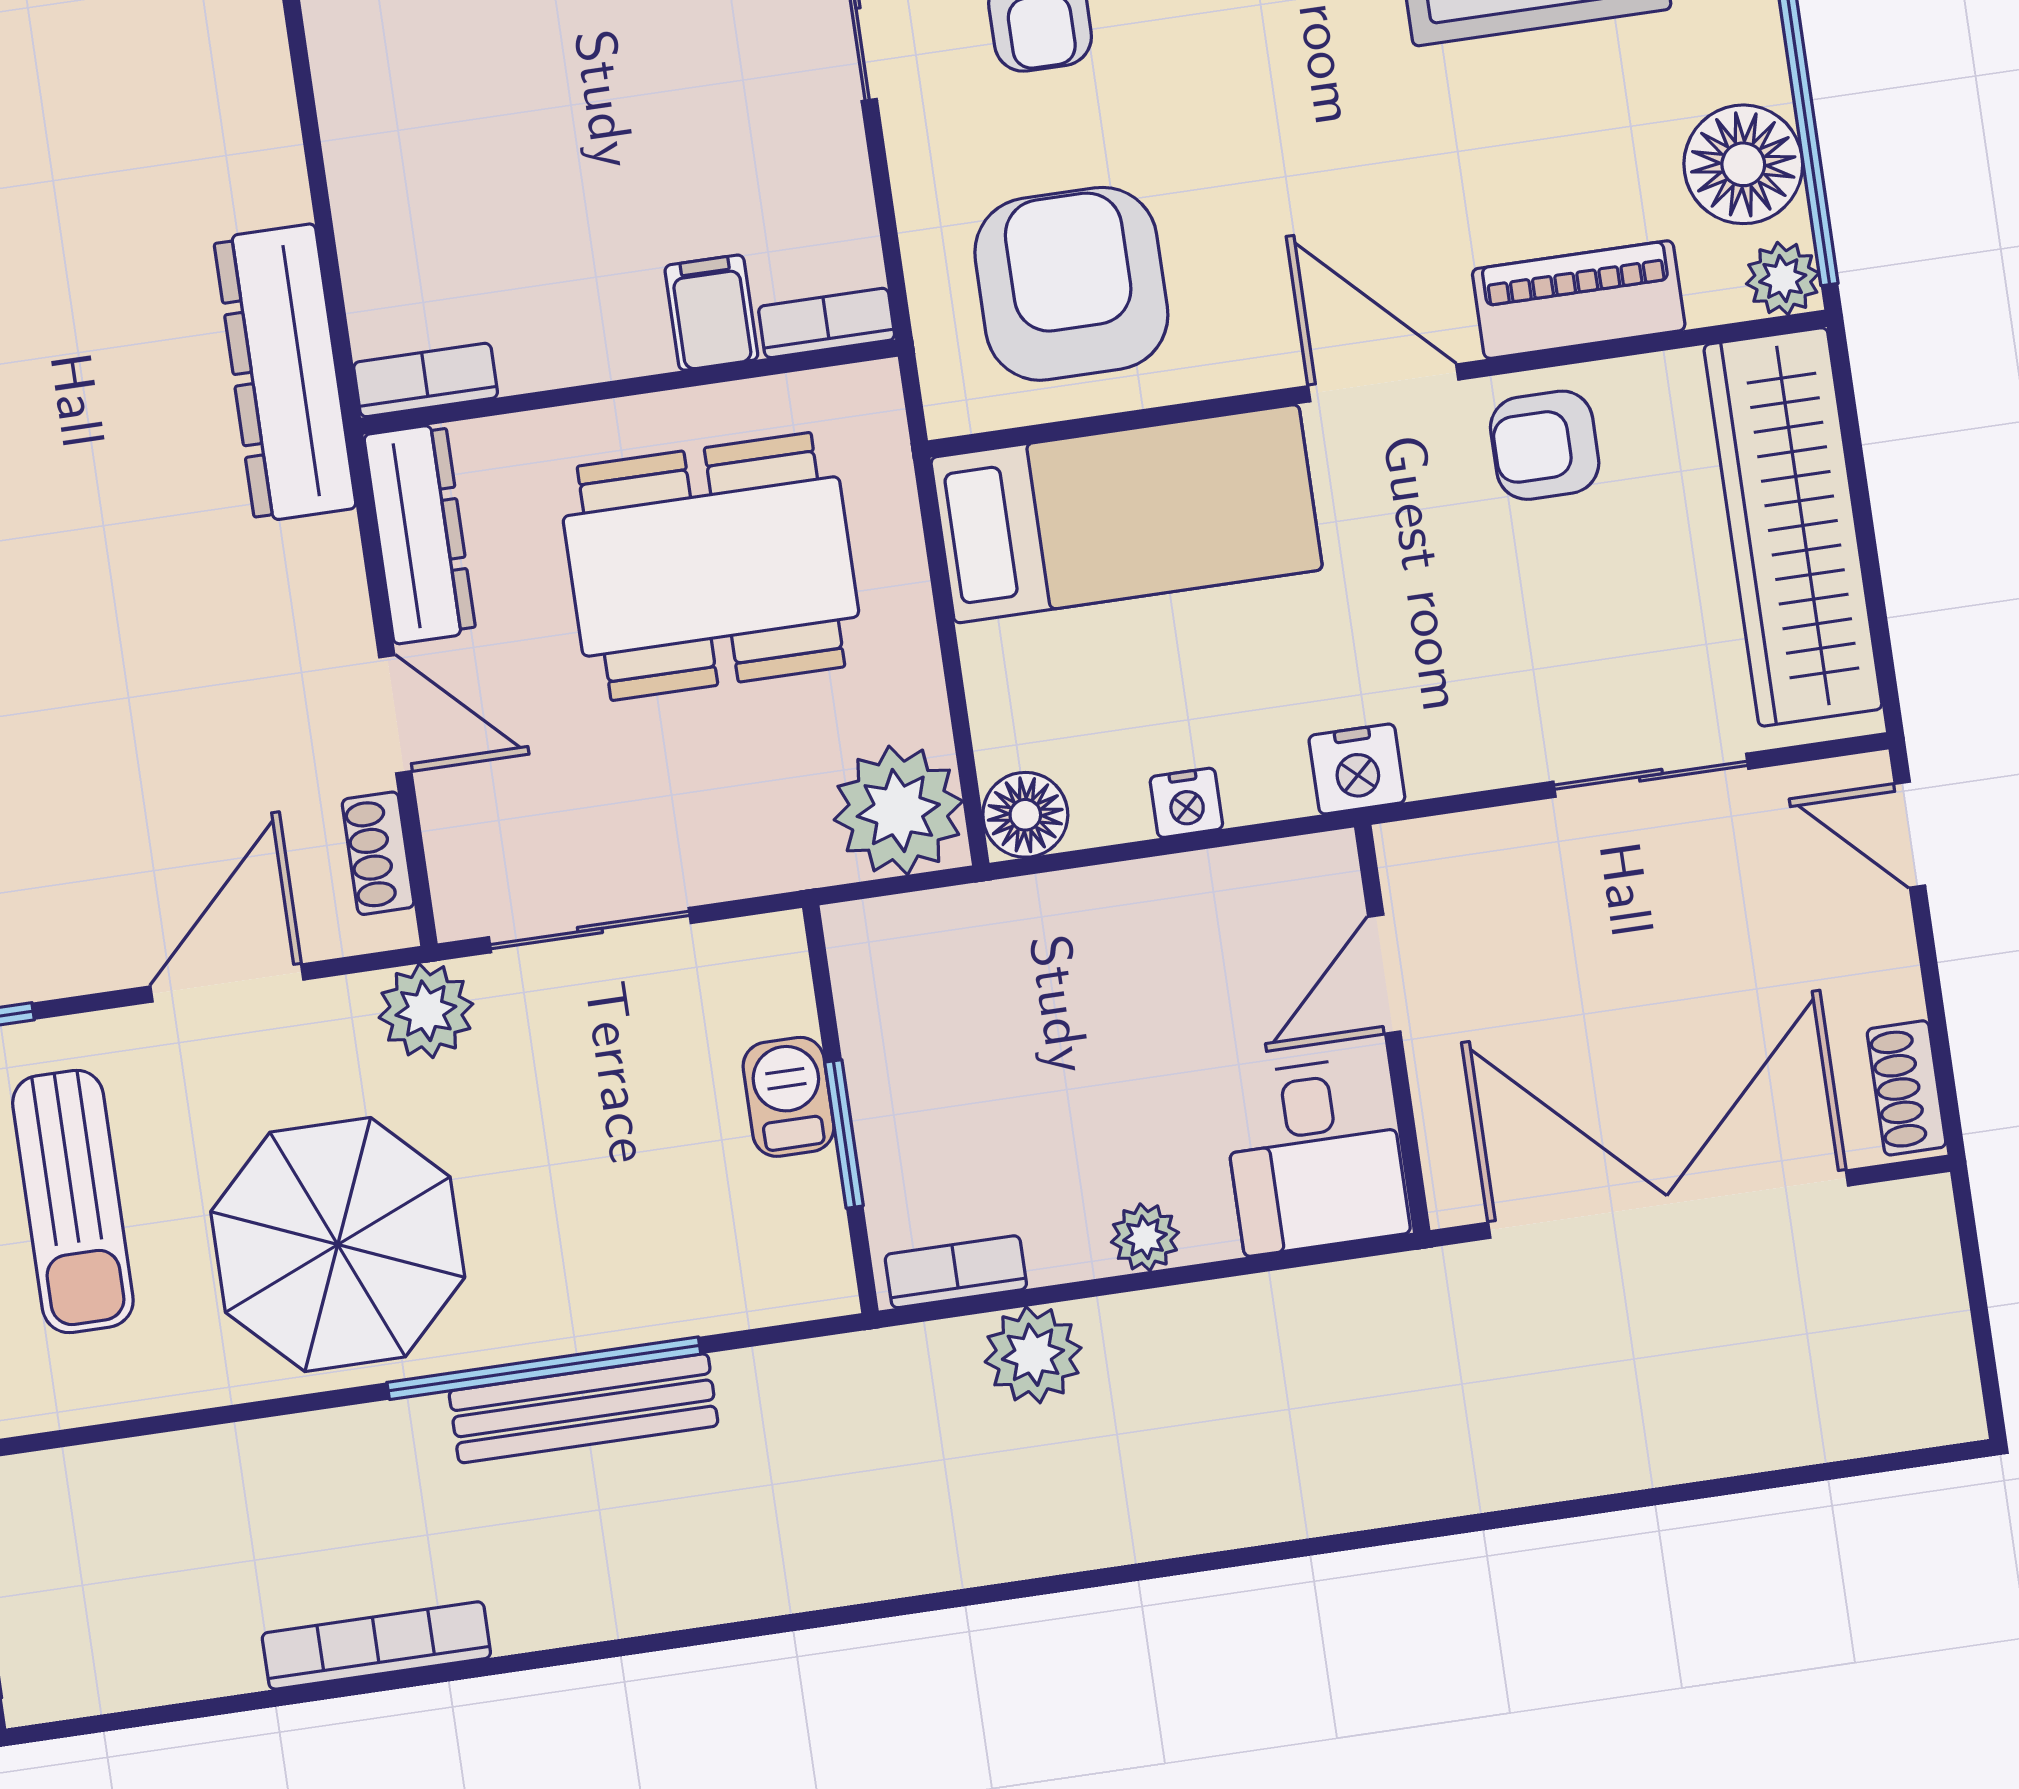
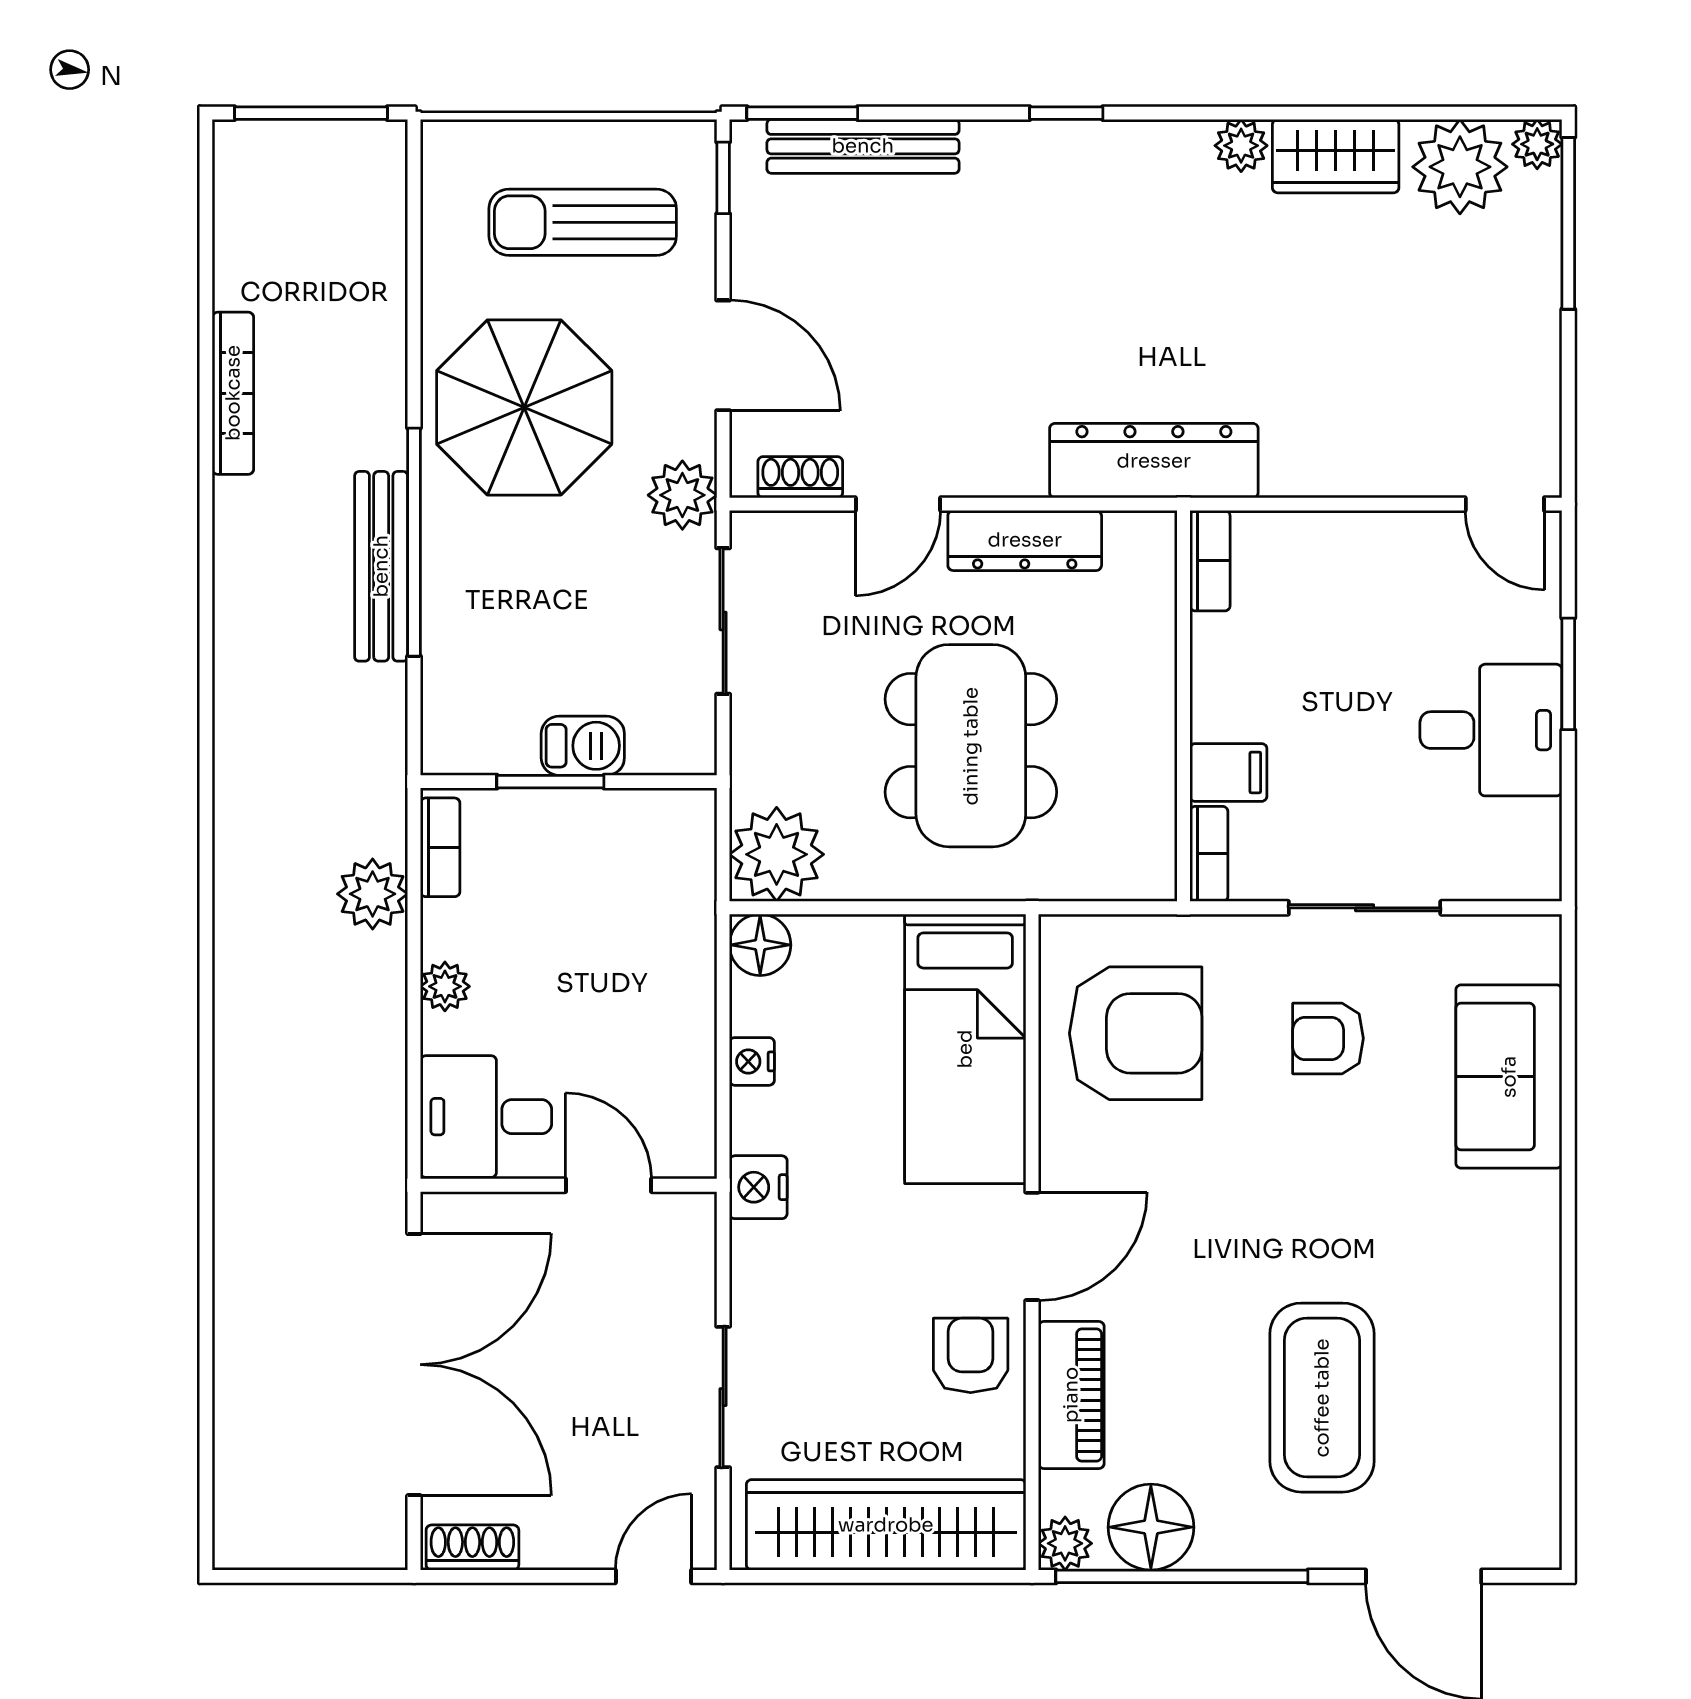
filing cabinet: (711, 313) -> (1228, 772), moved
bookcase: (827, 323) -> (1209, 854), moved
bookcase: (426, 380) -> (1210, 561), moved
wall: (629, 387) -> (1184, 706), moved

